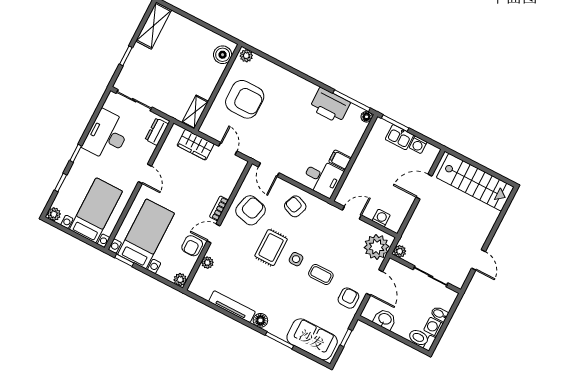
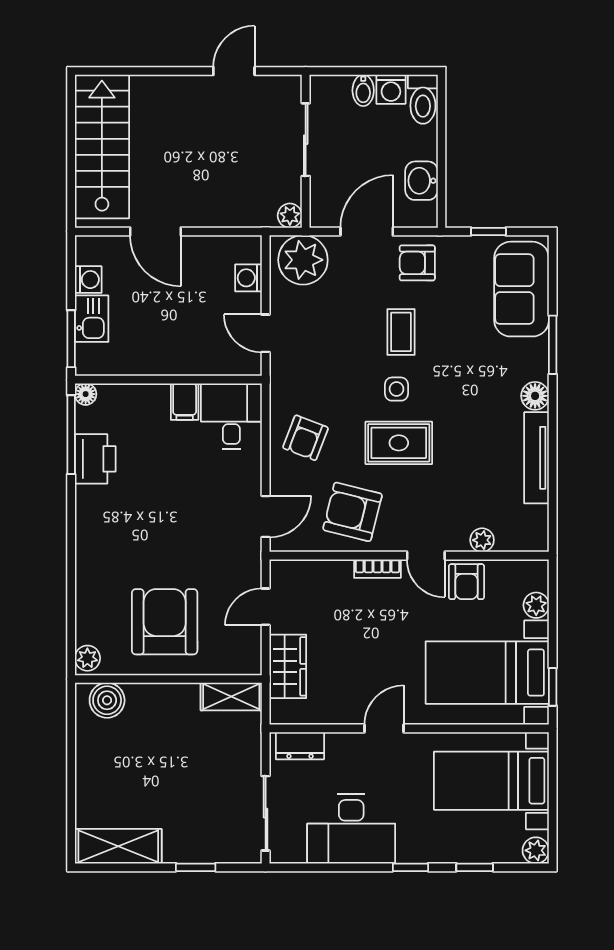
printer: (330, 106) -> (95, 459), width x0.73, depth x0.84
armchair: (192, 246) -> (466, 582), turned 90
plant: (180, 280) -> (536, 605), moved

